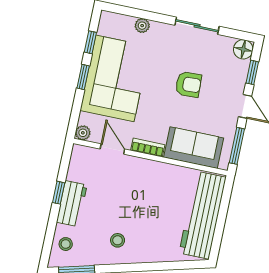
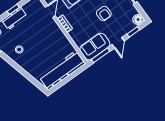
sofa: (194, 148) -> (95, 46), moved, turned -90

